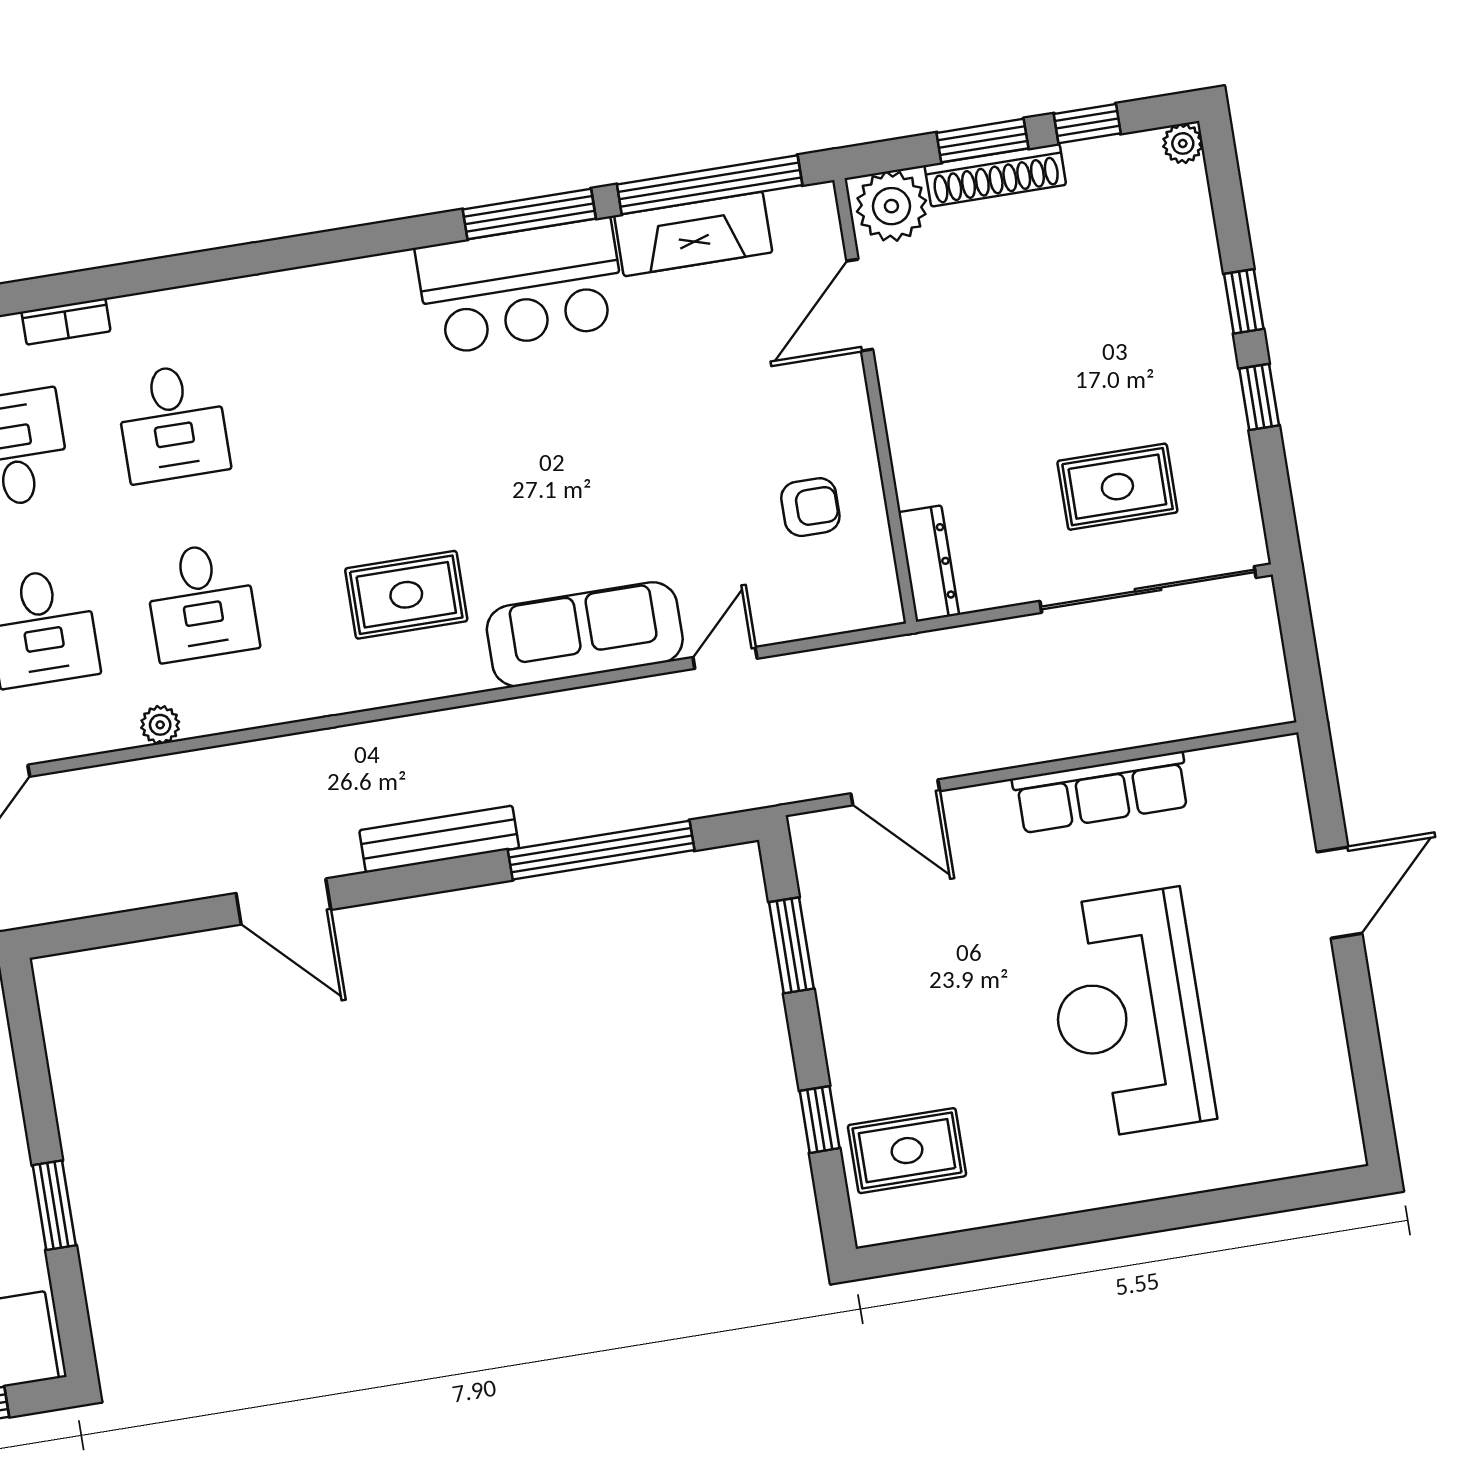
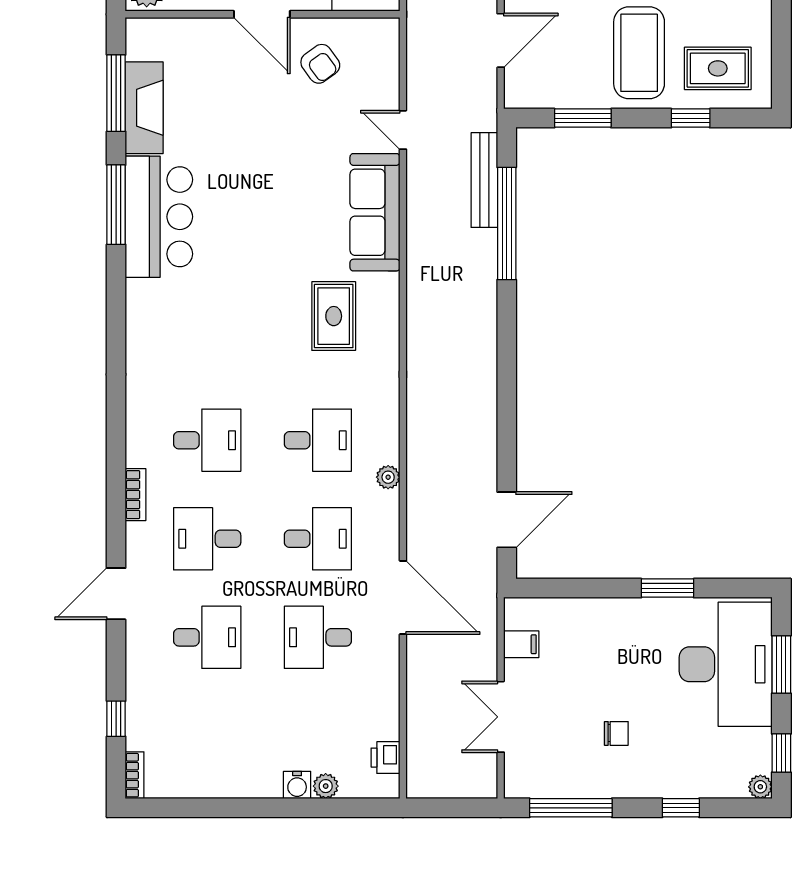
window: (710, 185) -> (116, 93), width x0.68
door: (860, 305) -> (262, 14), moved
armchair: (810, 507) -> (320, 64), turned 144
bench: (439, 839) -> (484, 180), moved
door: (283, 902) -> (507, 520), moved
coffee table: (912, 1019) -> (639, 53), added
rug: (907, 1151) -> (718, 68), turned 90

